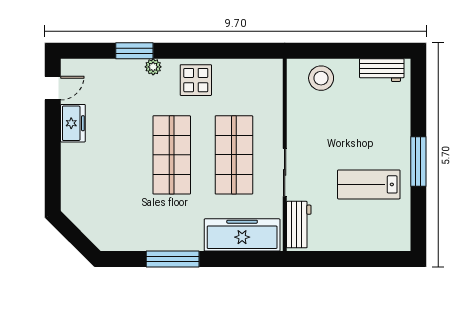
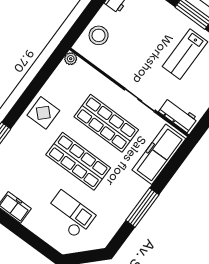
plant: (153, 67) -> (71, 59), moved
checkout: (109, 187) -> (70, 214), added

